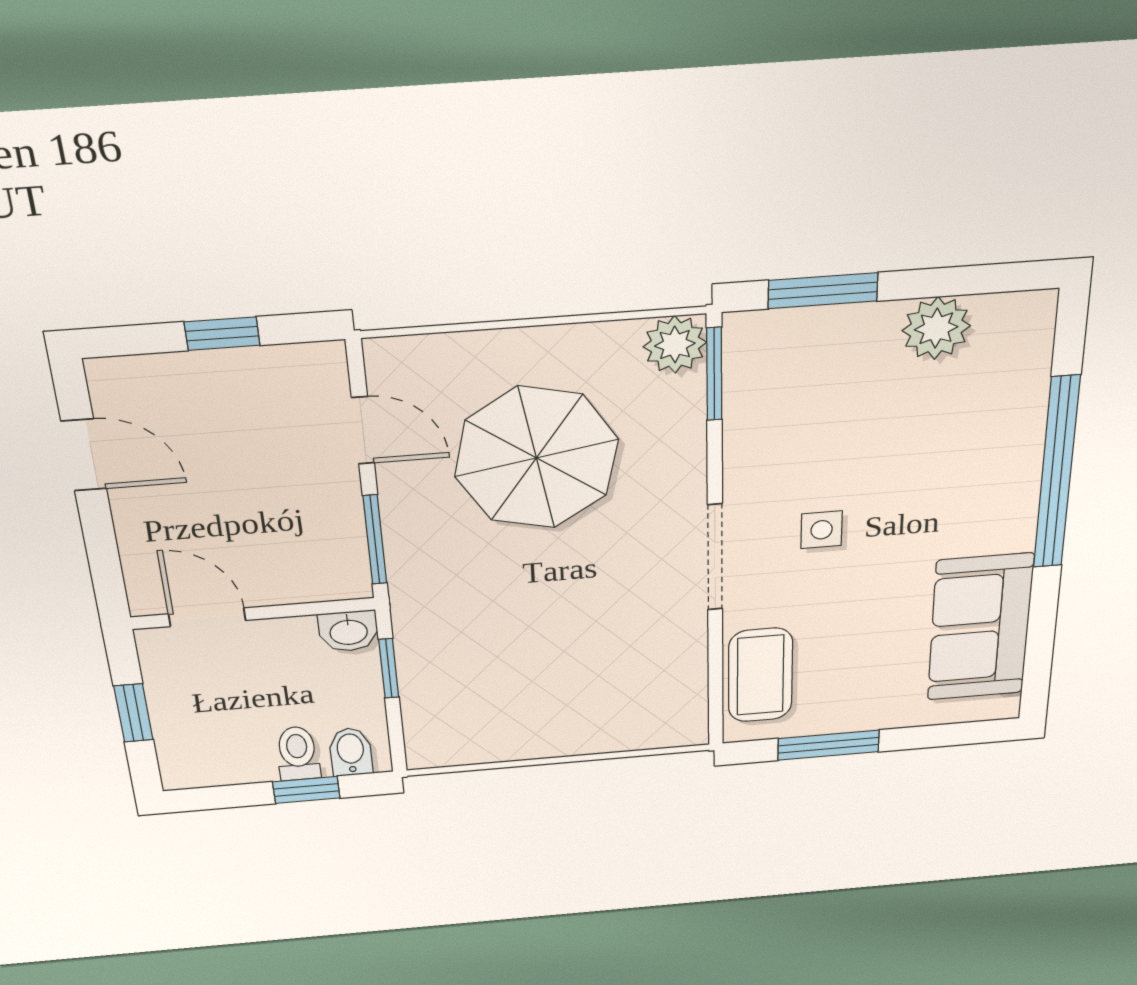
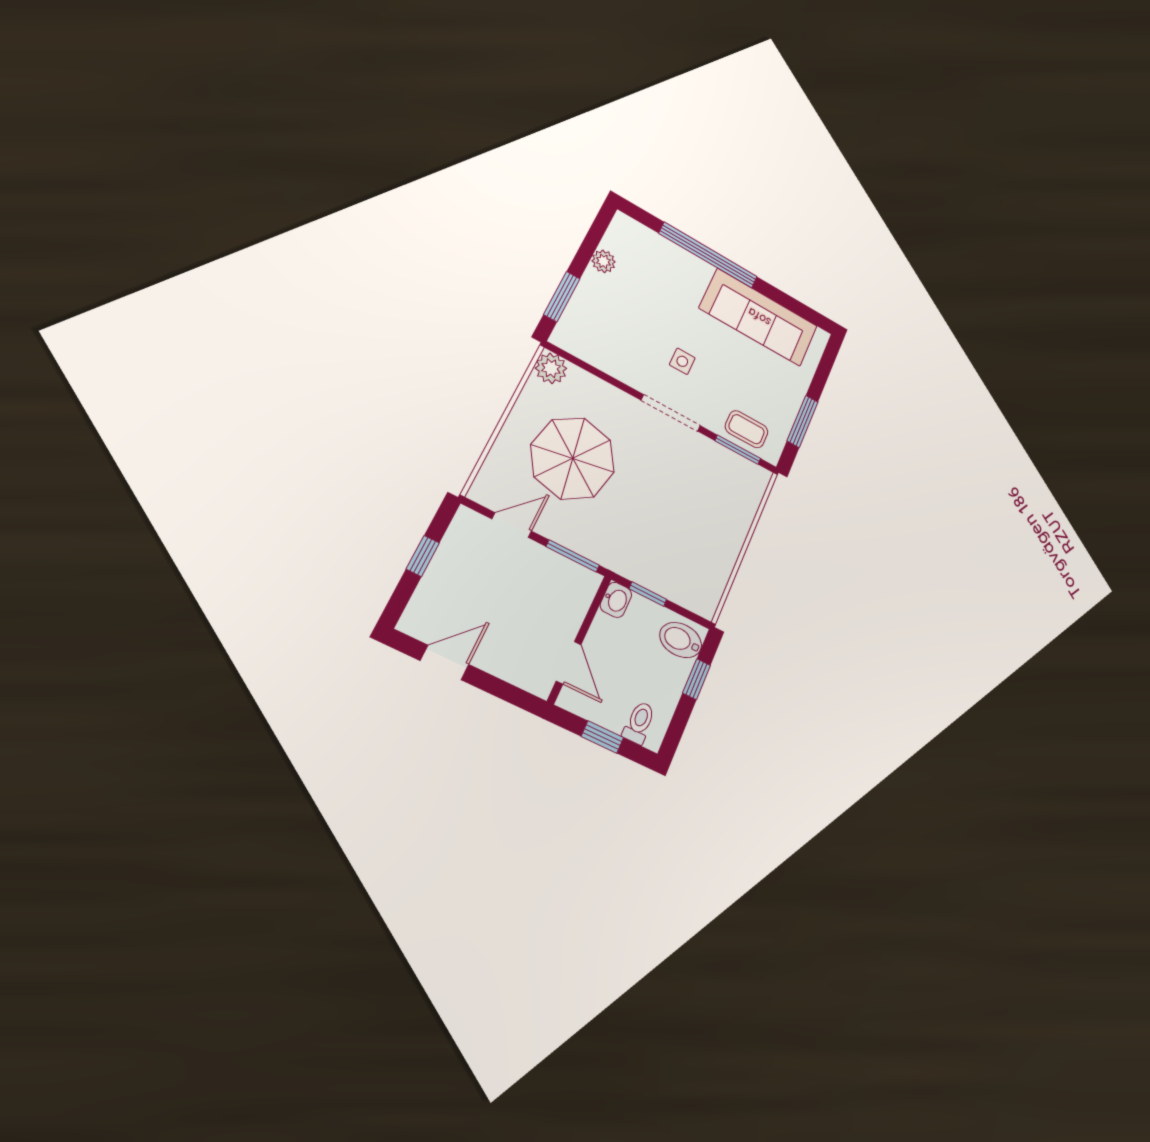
plant: (936, 328) -> (604, 261), width x0.73, depth x0.73
window: (714, 374) -> (738, 450), moved
door: (207, 617) -> (569, 663), swing flipped
sofa: (980, 628) -> (759, 317), width x1.36
coffee table: (760, 675) -> (747, 429), width x0.73, depth x0.77
bidet: (351, 752) -> (681, 640), width x1.38, depth x1.36
toilet: (298, 754) -> (639, 723), moved, turned 90

